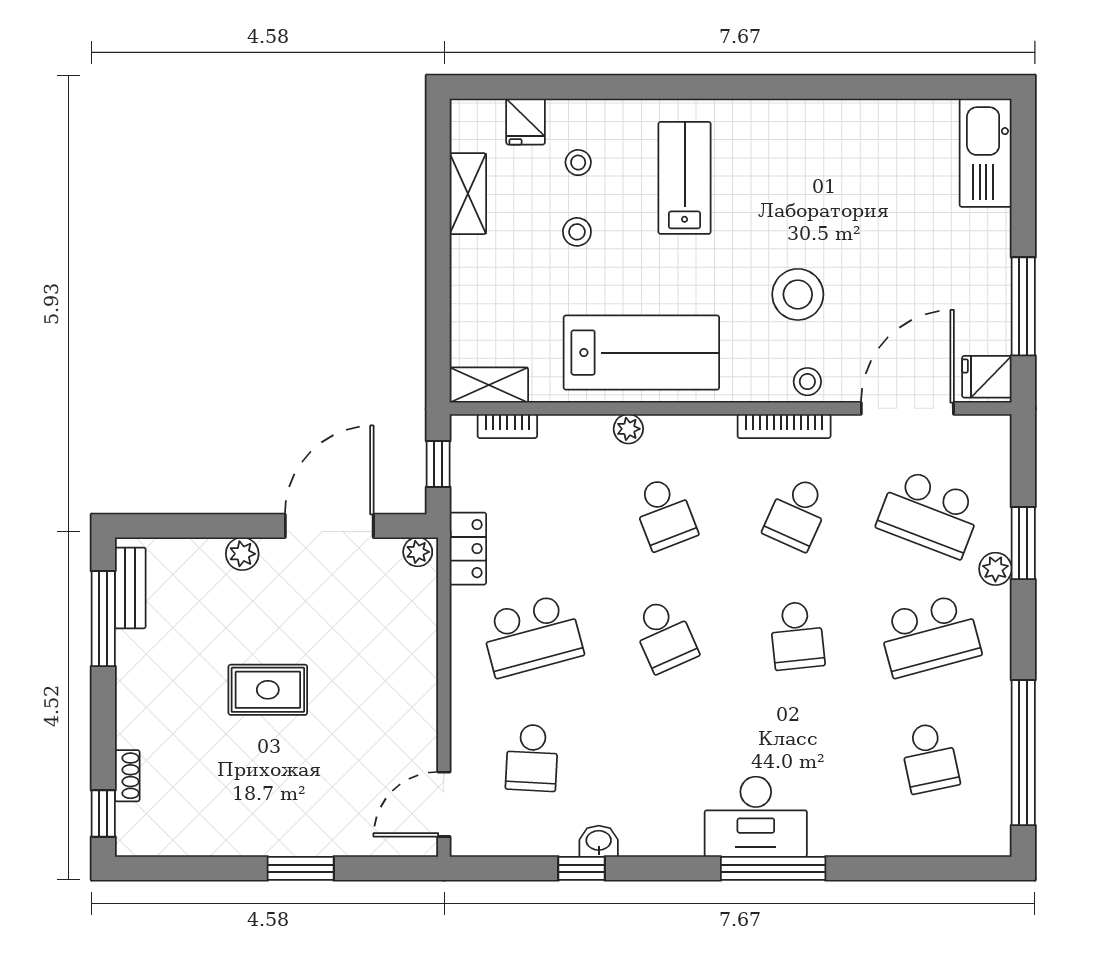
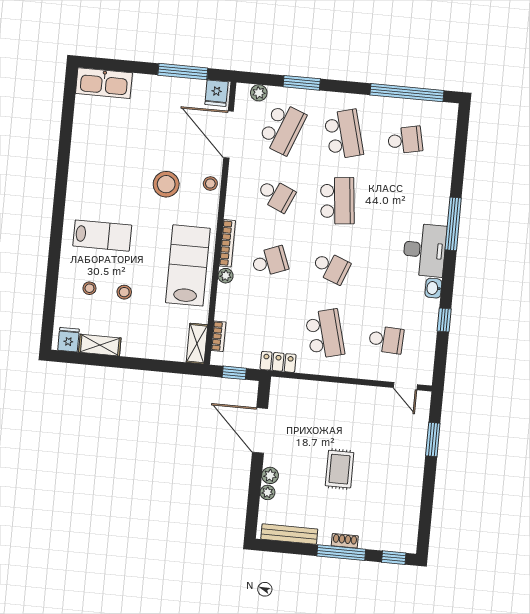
fridge: (526, 122) -> (69, 340), moved, turned -90
lab bench: (685, 178) -> (102, 236), turned 180
bookcase: (784, 426) -> (227, 243), moved
plant: (418, 552) -> (267, 492), moved
plant: (995, 569) -> (259, 93), moved
bench: (130, 588) -> (289, 534), width x1.36
window: (103, 619) -> (341, 553), moved
school desk: (664, 636) -> (331, 267), turned 45
school desk: (797, 636) -> (337, 201), width x1.85
shoe rack: (127, 776) -> (345, 541), moved
door: (444, 804) -> (405, 386), width x0.73
desk: (756, 817) -> (425, 250), moved
washbasin: (599, 841) -> (433, 288), moved
window: (301, 868) -> (433, 439), moved

